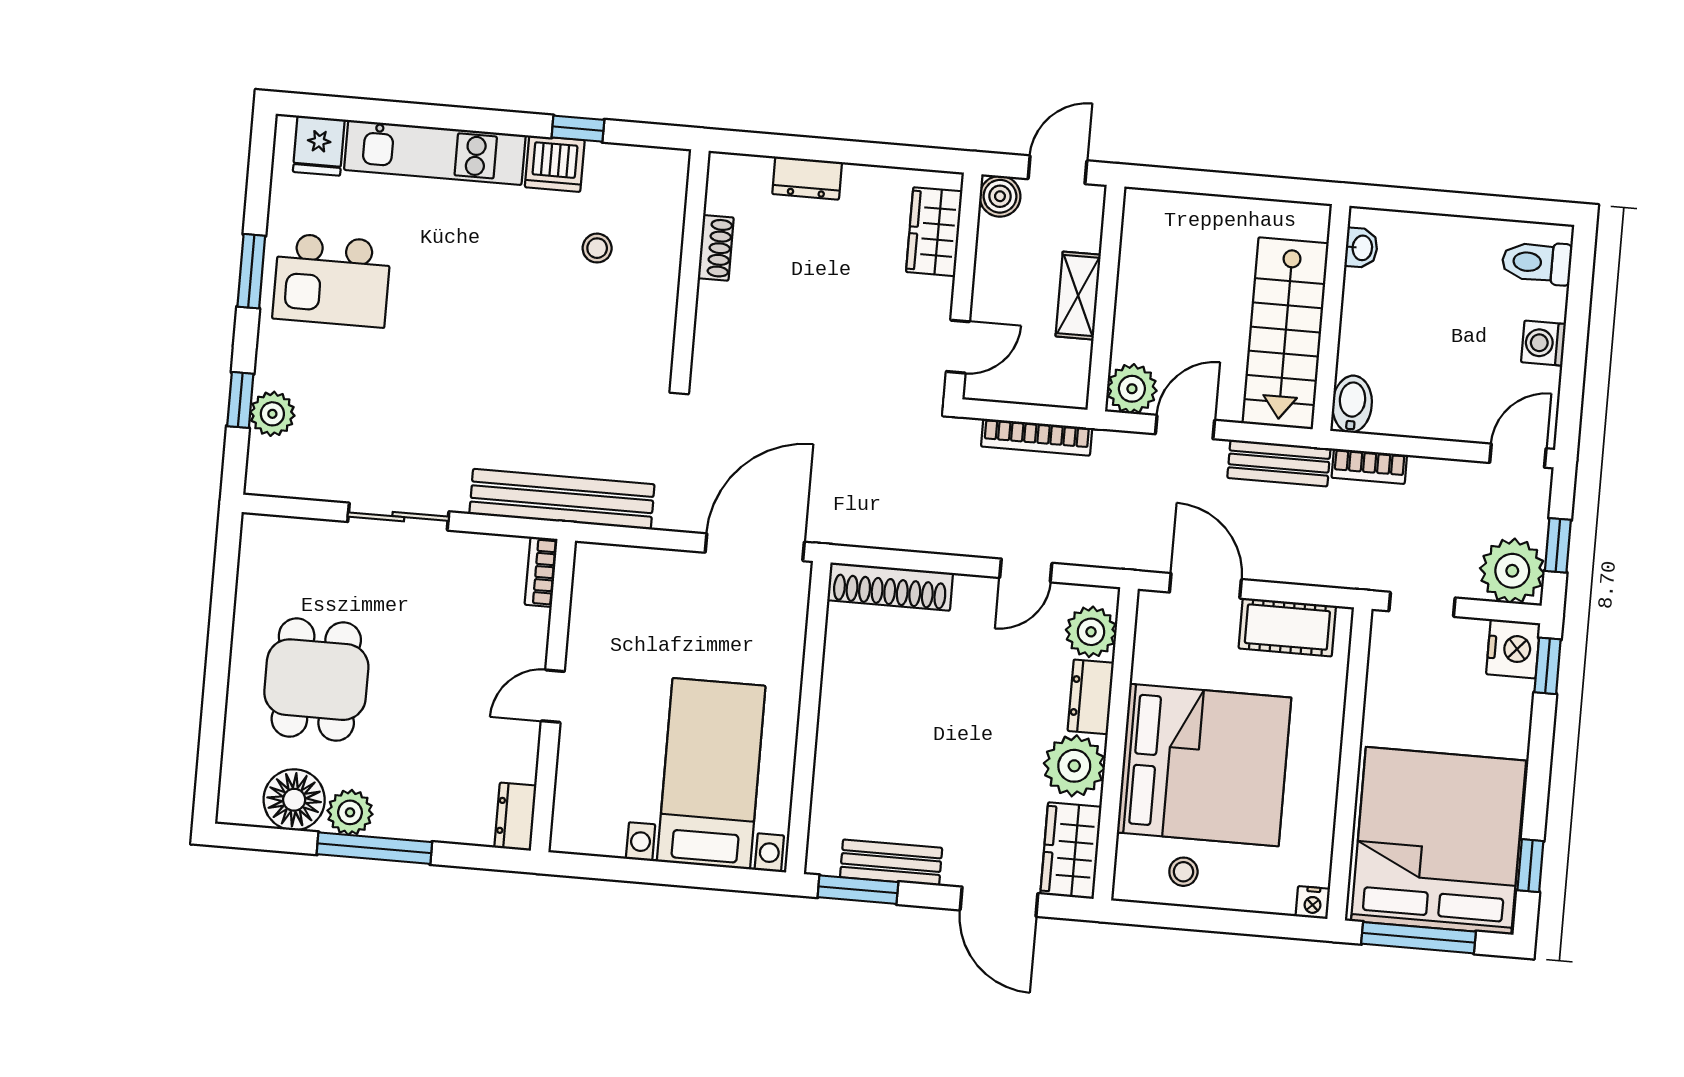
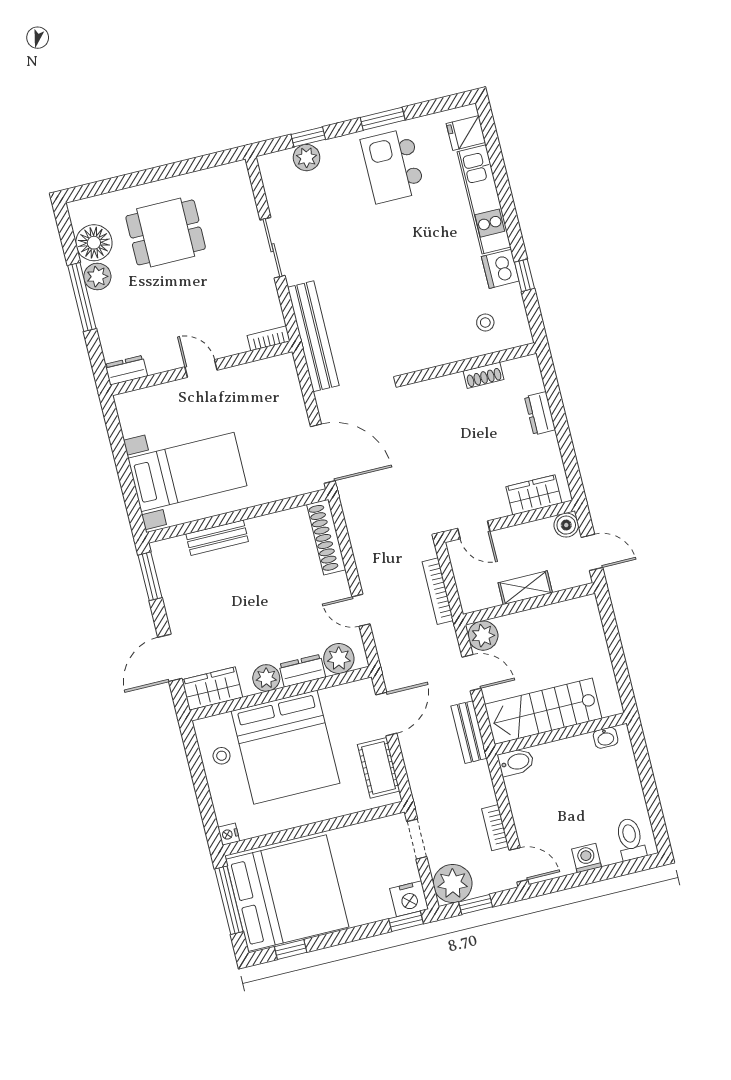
stool: (597, 248) -> (485, 322), moved
bookcase: (1369, 466) -> (495, 828), moved
plant: (1074, 766) -> (266, 678), width x0.73, depth x0.73
bench: (891, 863) -> (217, 538), moved, turned 90

